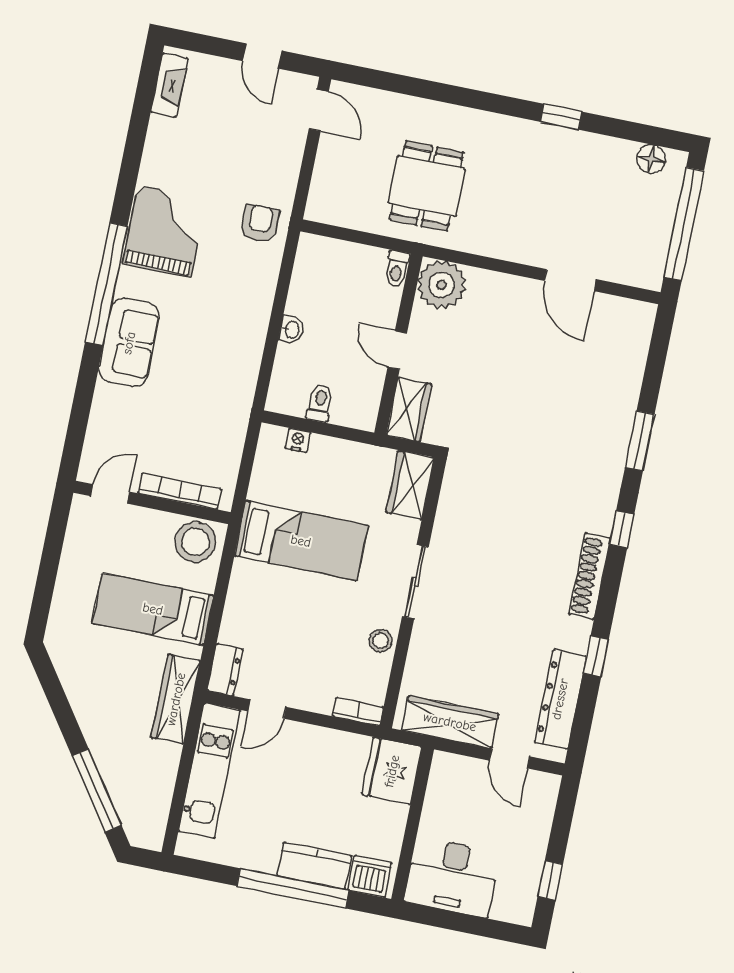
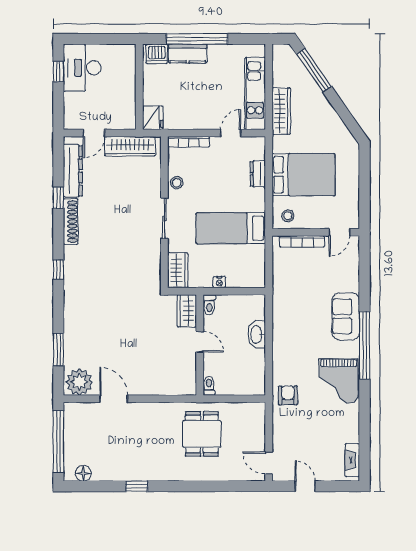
armchair: (260, 223) -> (288, 395), turned 180
plant: (442, 285) -> (79, 382), moved
washbasin: (291, 330) -> (257, 334), width x1.91, depth x1.45
toilet: (320, 403) -> (209, 305), moved
nightstand: (298, 440) -> (219, 282), moved
window: (640, 441) -> (58, 350), moved
stool: (195, 542) -> (288, 216), width x0.53, depth x0.53
shoe rack: (590, 576) -> (71, 221), moved
bed: (153, 609) -> (303, 175), width x1.50
dresser: (225, 670) -> (258, 174), moved
wardrobe: (176, 699) -> (281, 111), moved
bookcase: (358, 712) -> (189, 142), width x1.56
door: (509, 758) -> (94, 133), swing flipped
fridge: (392, 771) -> (153, 118), width x0.73, depth x0.75
desk: (452, 877) -> (82, 68), moved, turned -90

